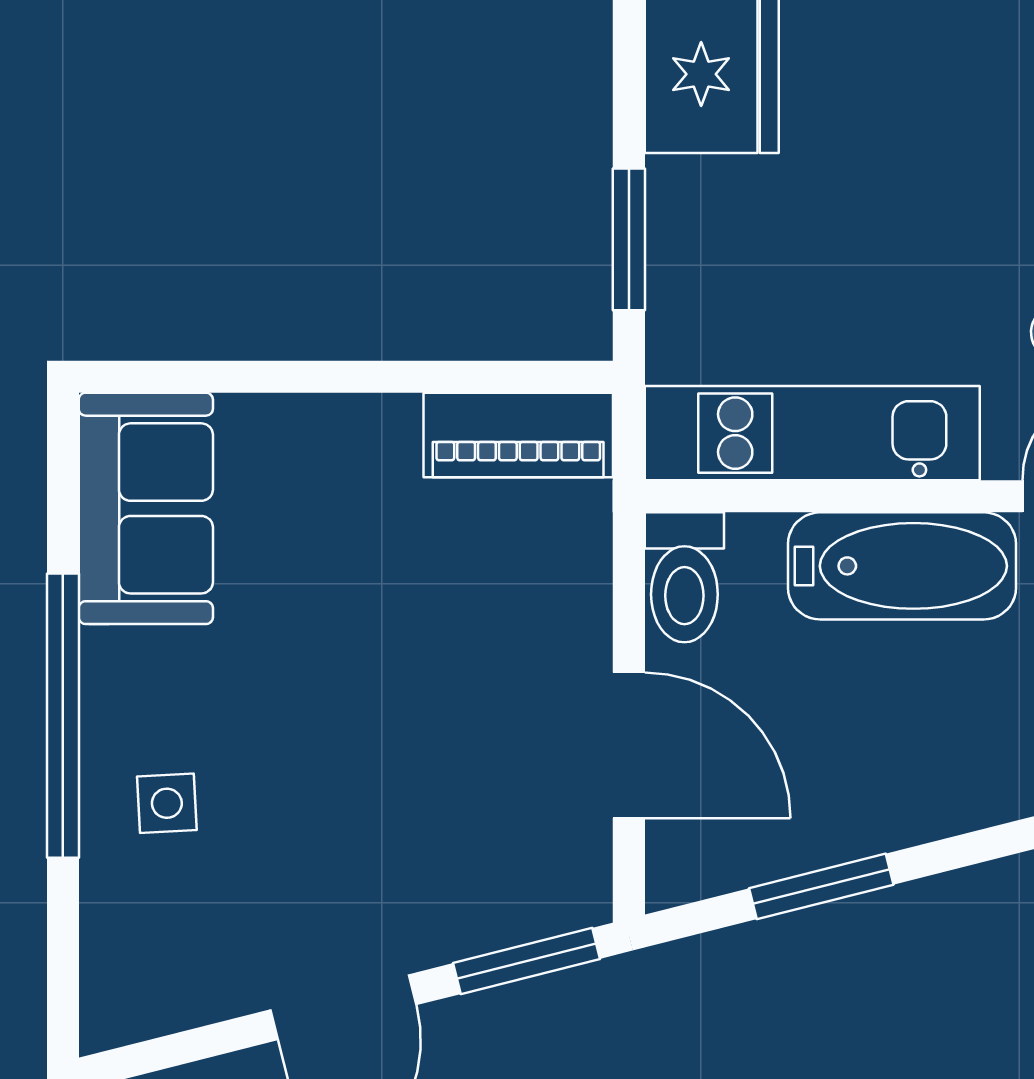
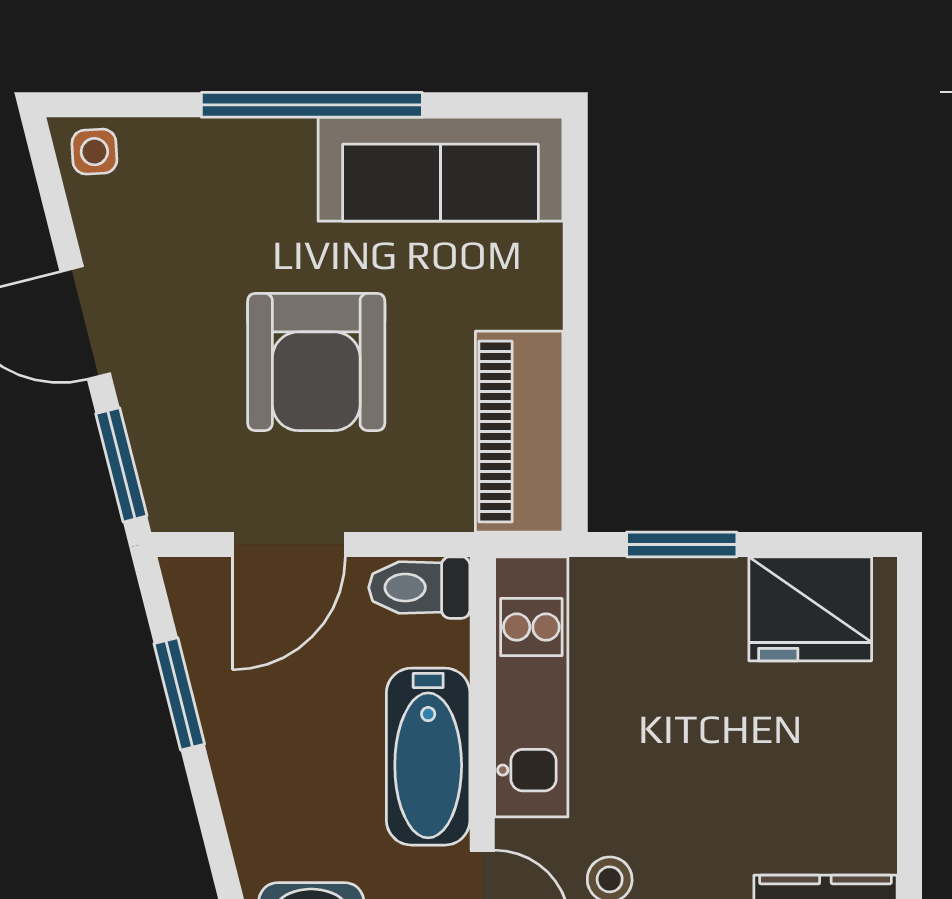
piano: (518, 435) -> (519, 432), width x1.37, depth x1.33
sofa: (146, 508) -> (440, 169), width x1.36
armchair: (394, 710) -> (316, 362), added
side table: (167, 803) -> (94, 152), moved

